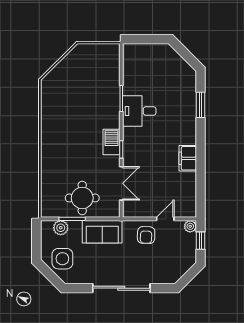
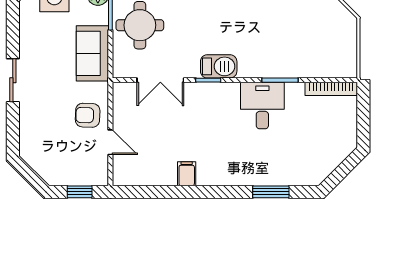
bookcase: (127, 62) -> (331, 89), added
filing cabinet: (188, 158) -> (187, 174), width x0.50
plant: (190, 226) -> (100, 177), removed
sliding door: (121, 288) -> (13, 80), width x0.54

